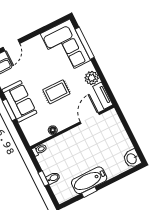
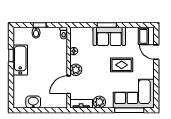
rug: (56, 92) -> (122, 65), moved, turned 90
plant: (71, 118) -> (76, 70), added
door: (90, 118) -> (69, 85), swing flipped
washbasin: (132, 159) -> (33, 102), moved

